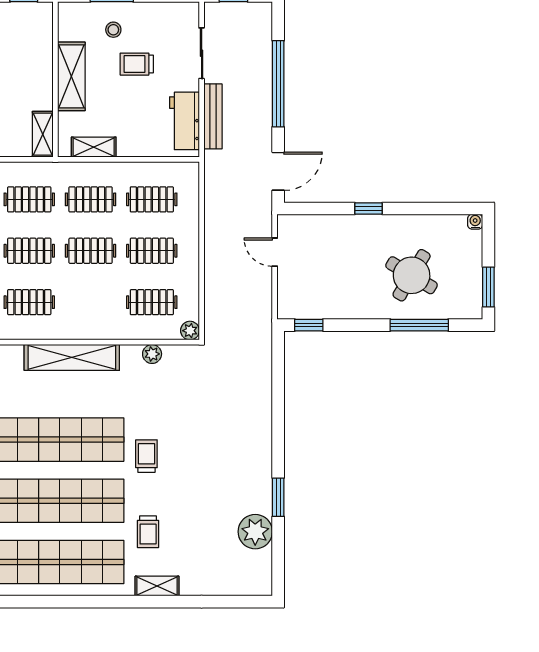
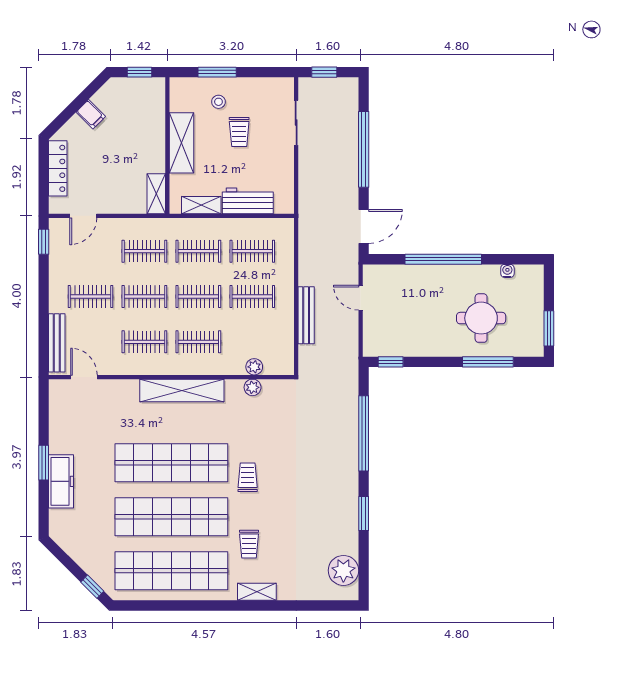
trolley: (137, 64) -> (239, 132), turned -90
bench: (213, 116) -> (306, 315), moved
workbench: (184, 121) -> (248, 201), moved, turned 90
window: (368, 208) -> (443, 259), width x3.17
water cooler: (475, 222) -> (507, 271), moved
round table: (412, 275) -> (481, 318), turned -31
clothes rail: (152, 302) -> (198, 342), moved
plant: (190, 331) -> (254, 367), moved
window: (278, 406) -> (364, 433), added
plant: (255, 532) -> (343, 570), moved

